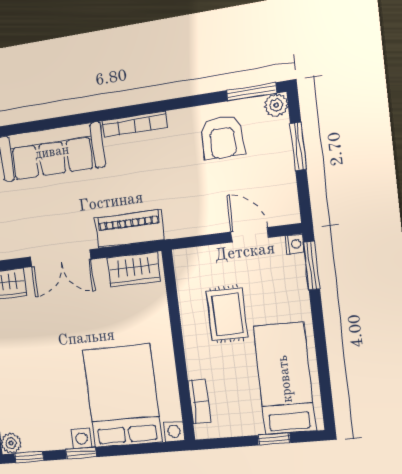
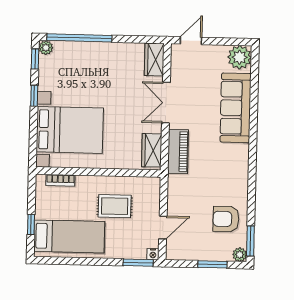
bookcase: (134, 124) -> (244, 165), removed

